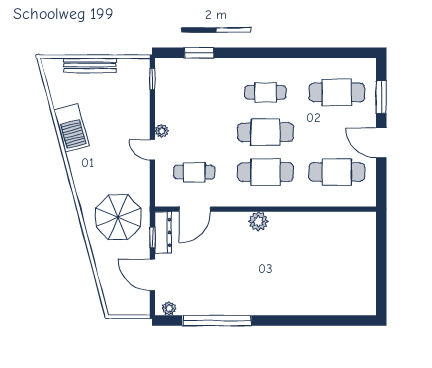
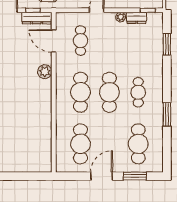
window: (296, 53) -> (167, 115), added
dresser: (163, 95) -> (136, 18), added
plant: (162, 131) -> (121, 17), moved
plant: (258, 221) -> (45, 72), moved

